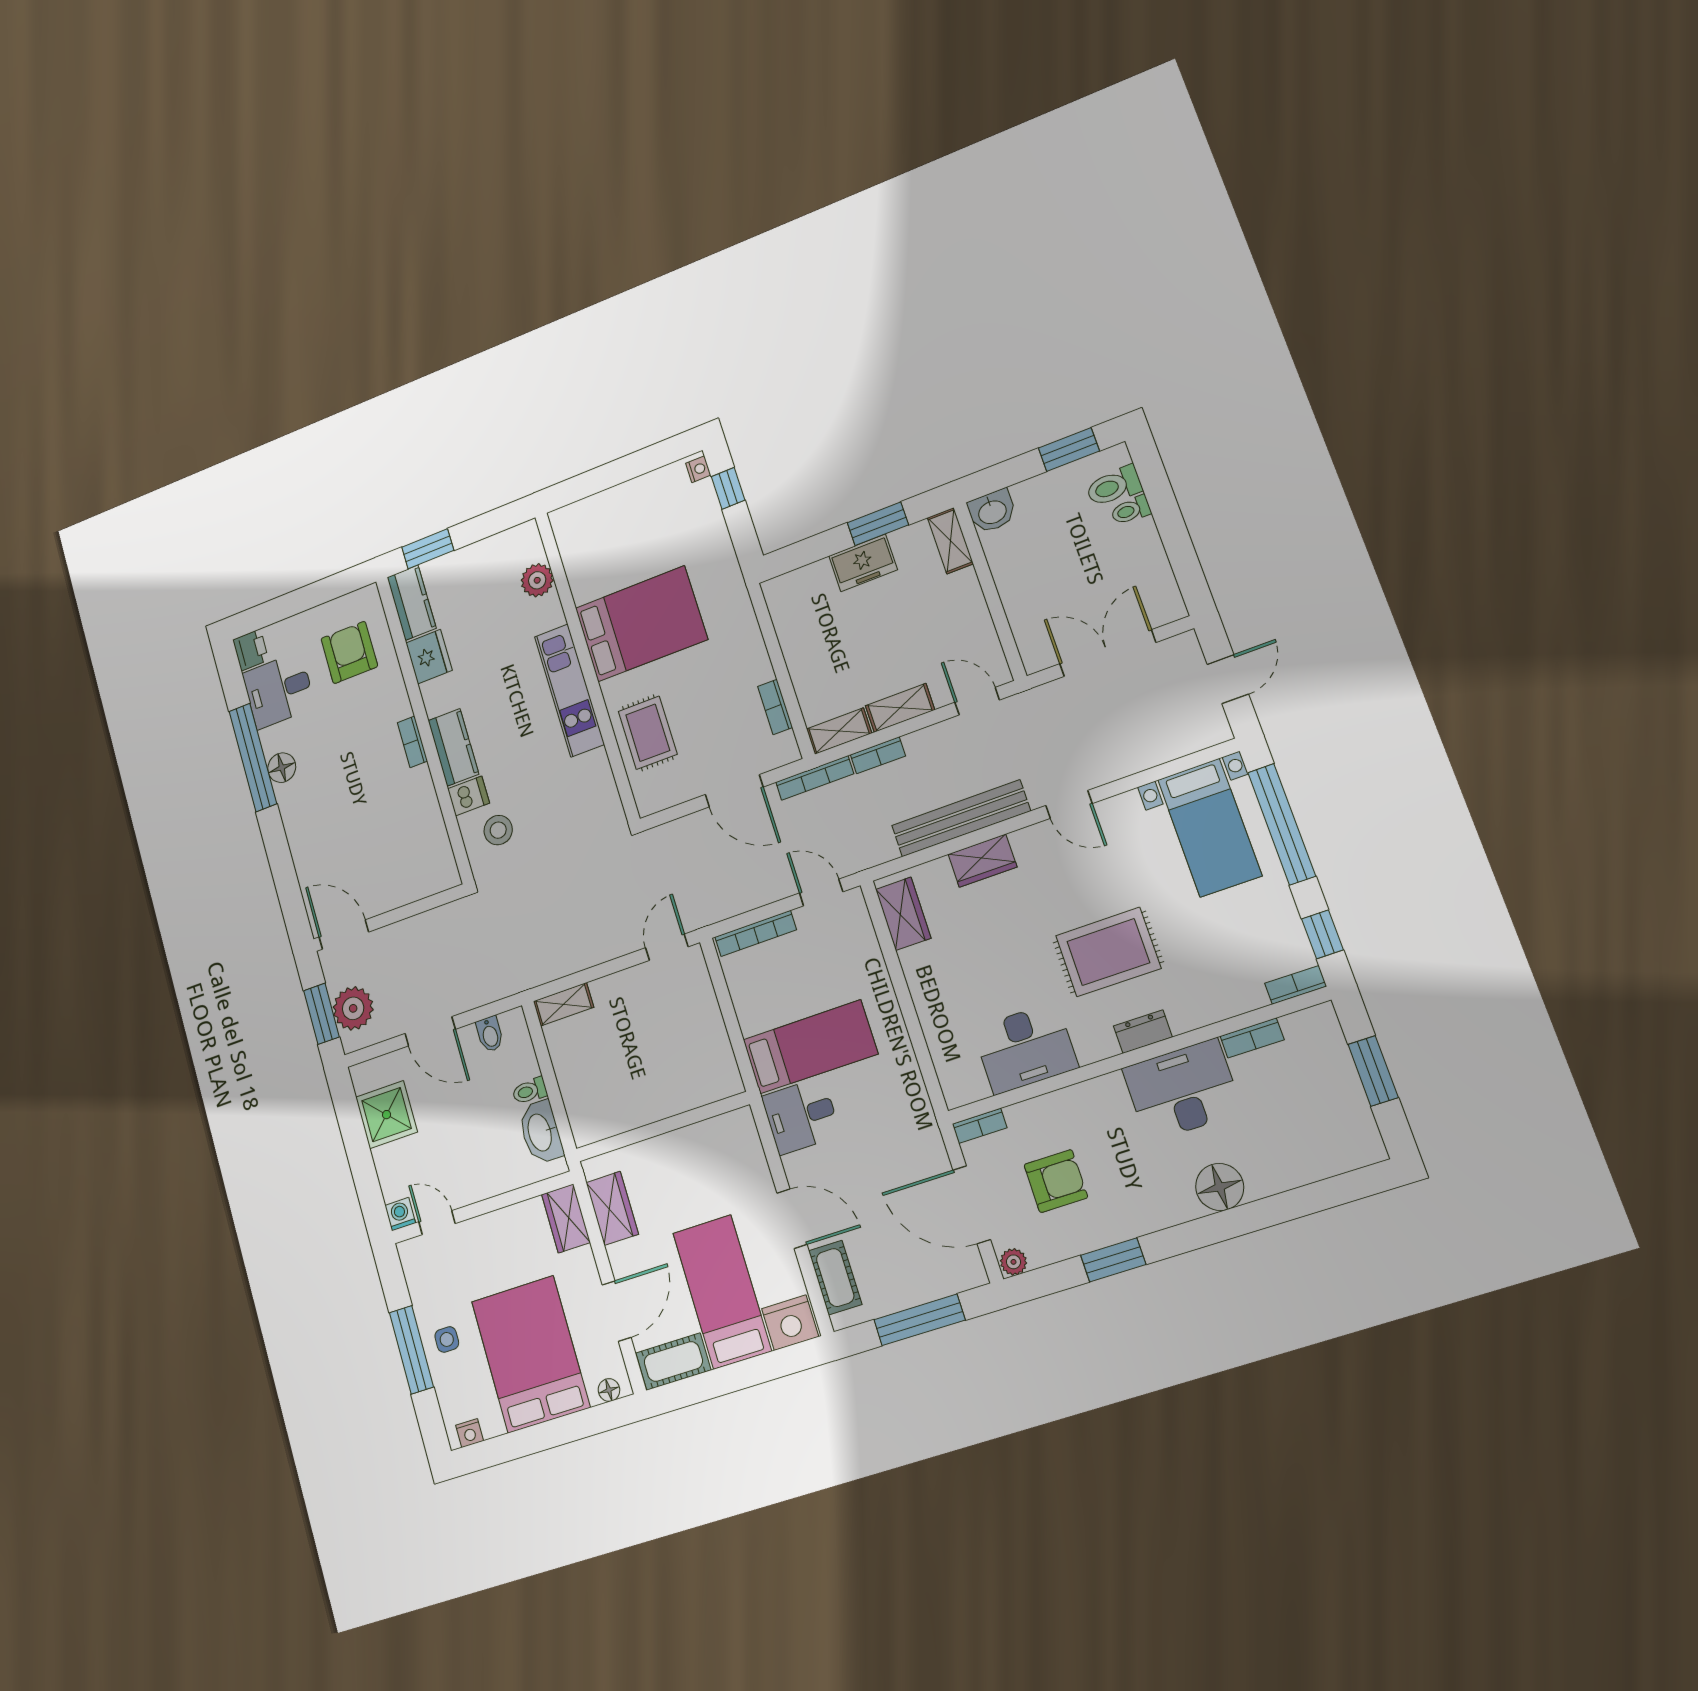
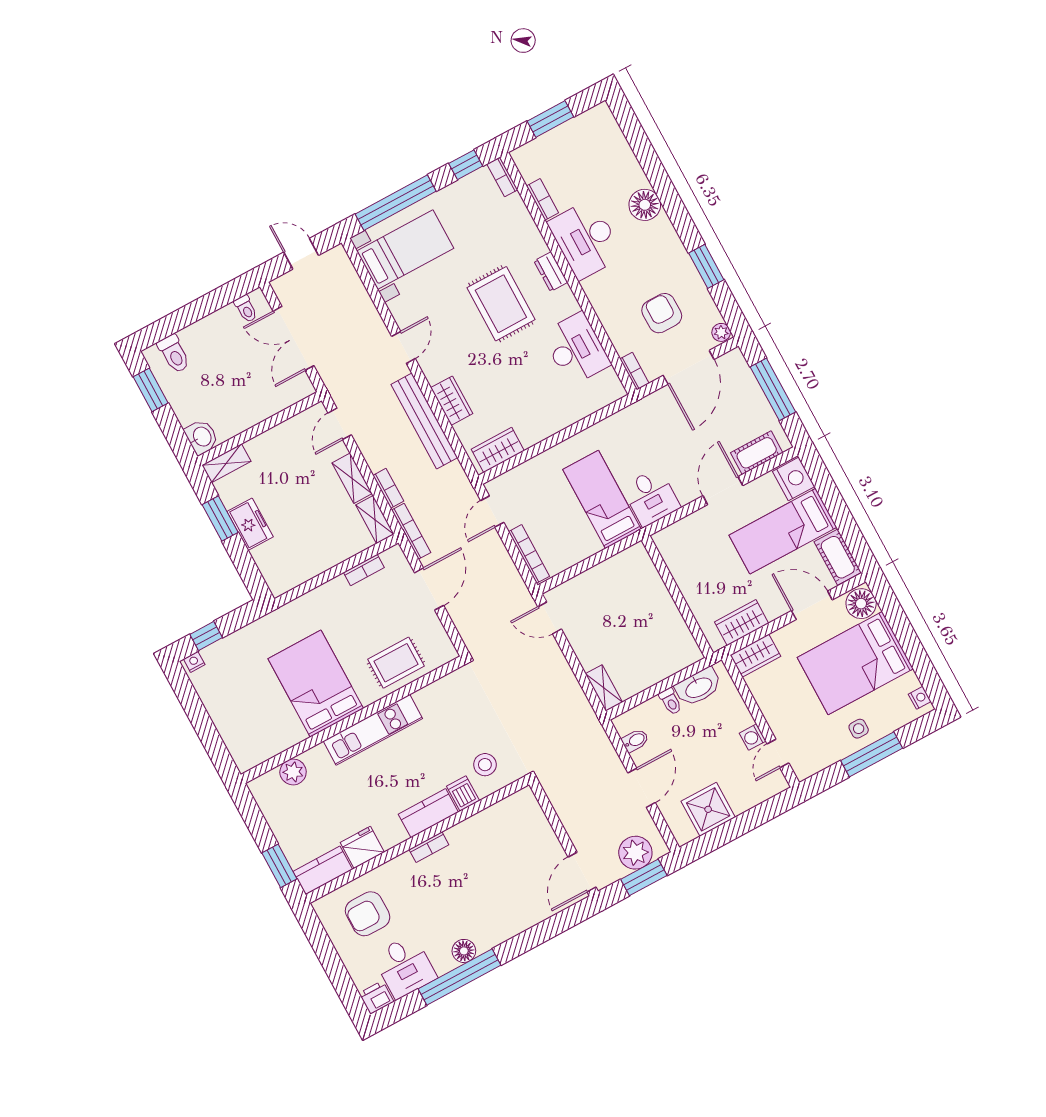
toilet: (1131, 510) -> (246, 309), moved
washing machine: (400, 1214) -> (753, 737), moved
floor lamp: (609, 1390) -> (861, 604), width x1.89, depth x1.89

